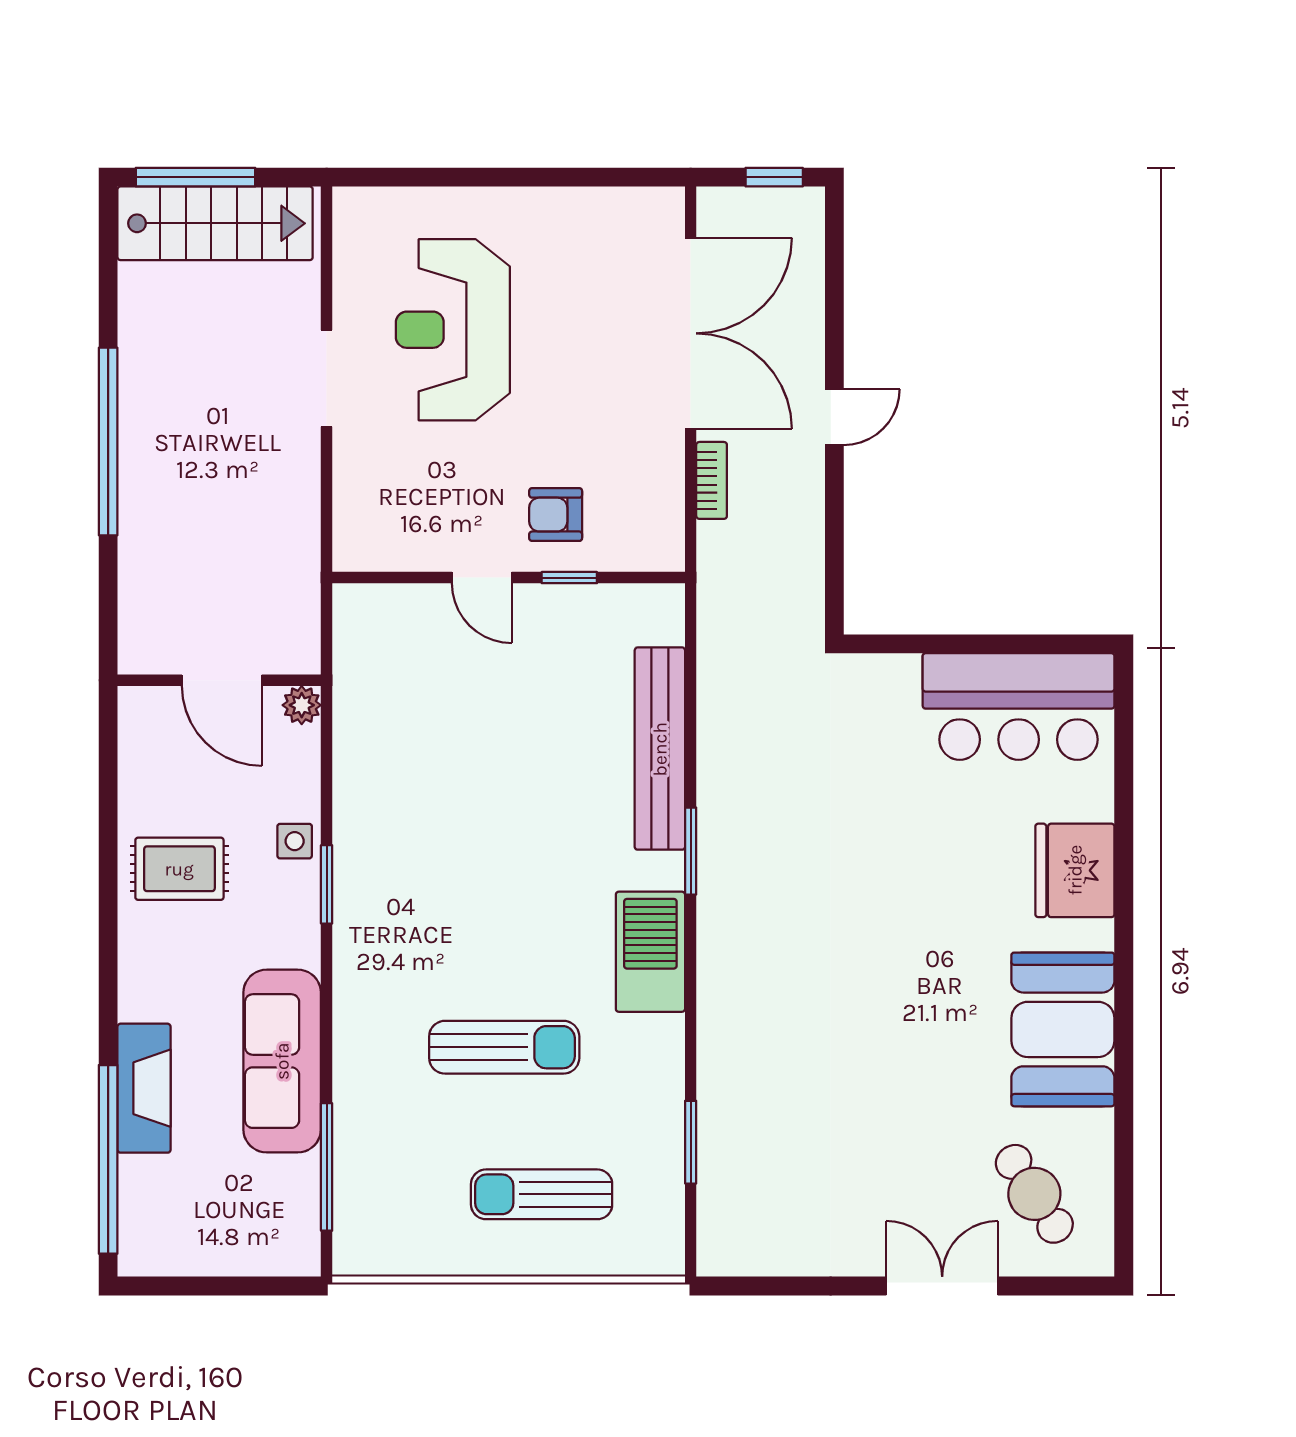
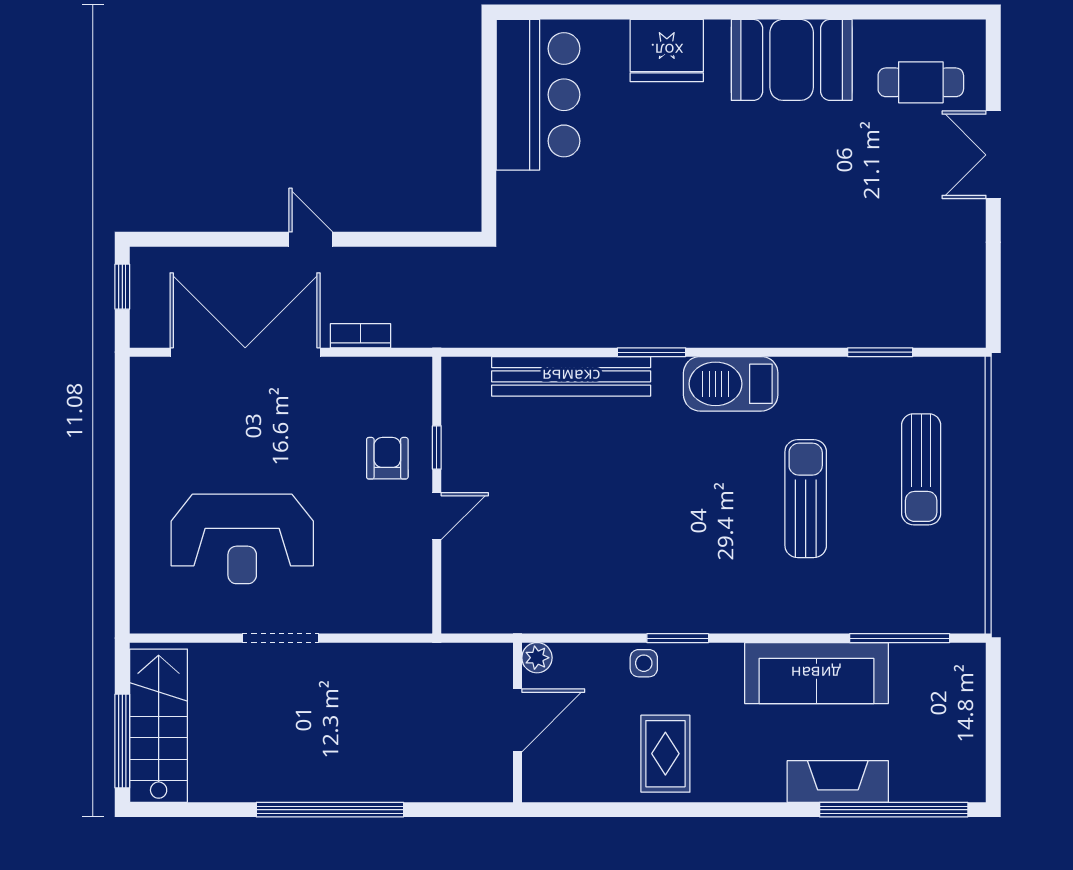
armchair: (556, 515) -> (387, 458), turned 180
cafe table: (1034, 1194) -> (921, 82), turned 33

